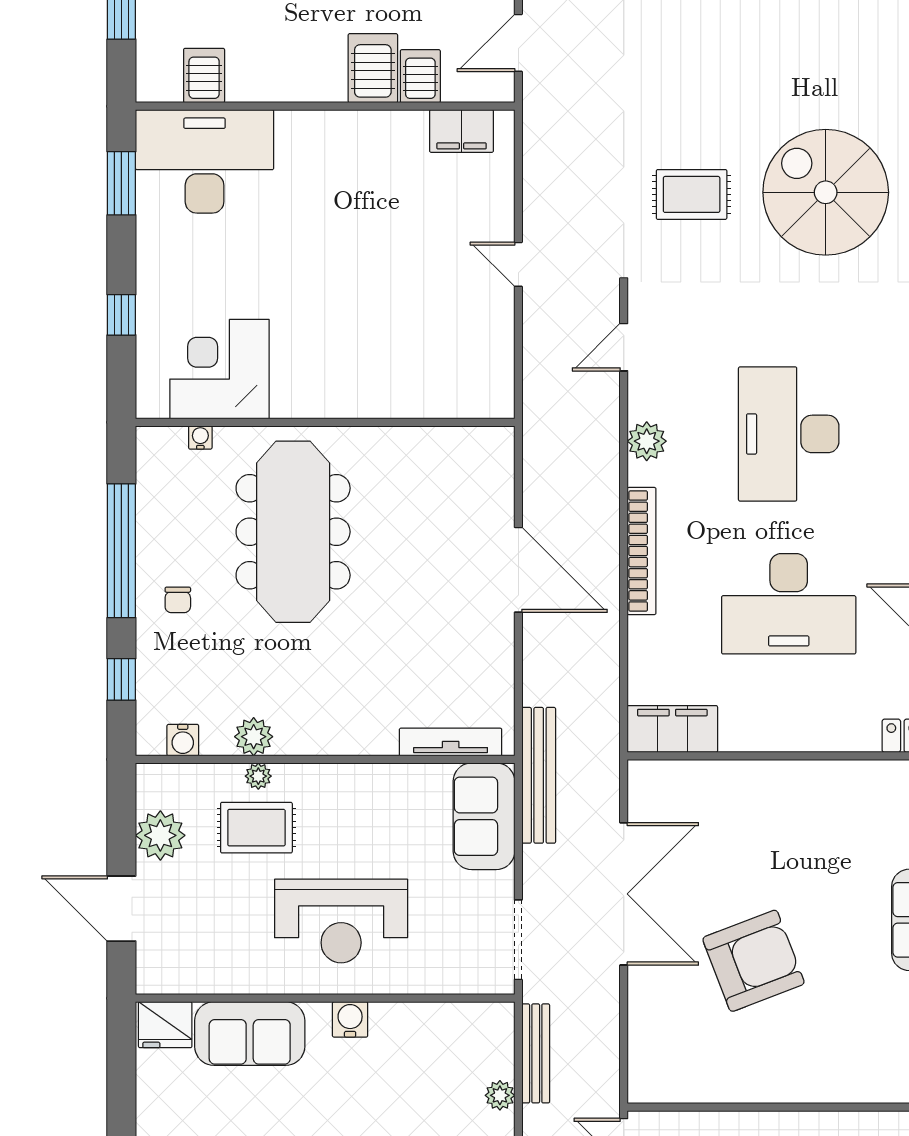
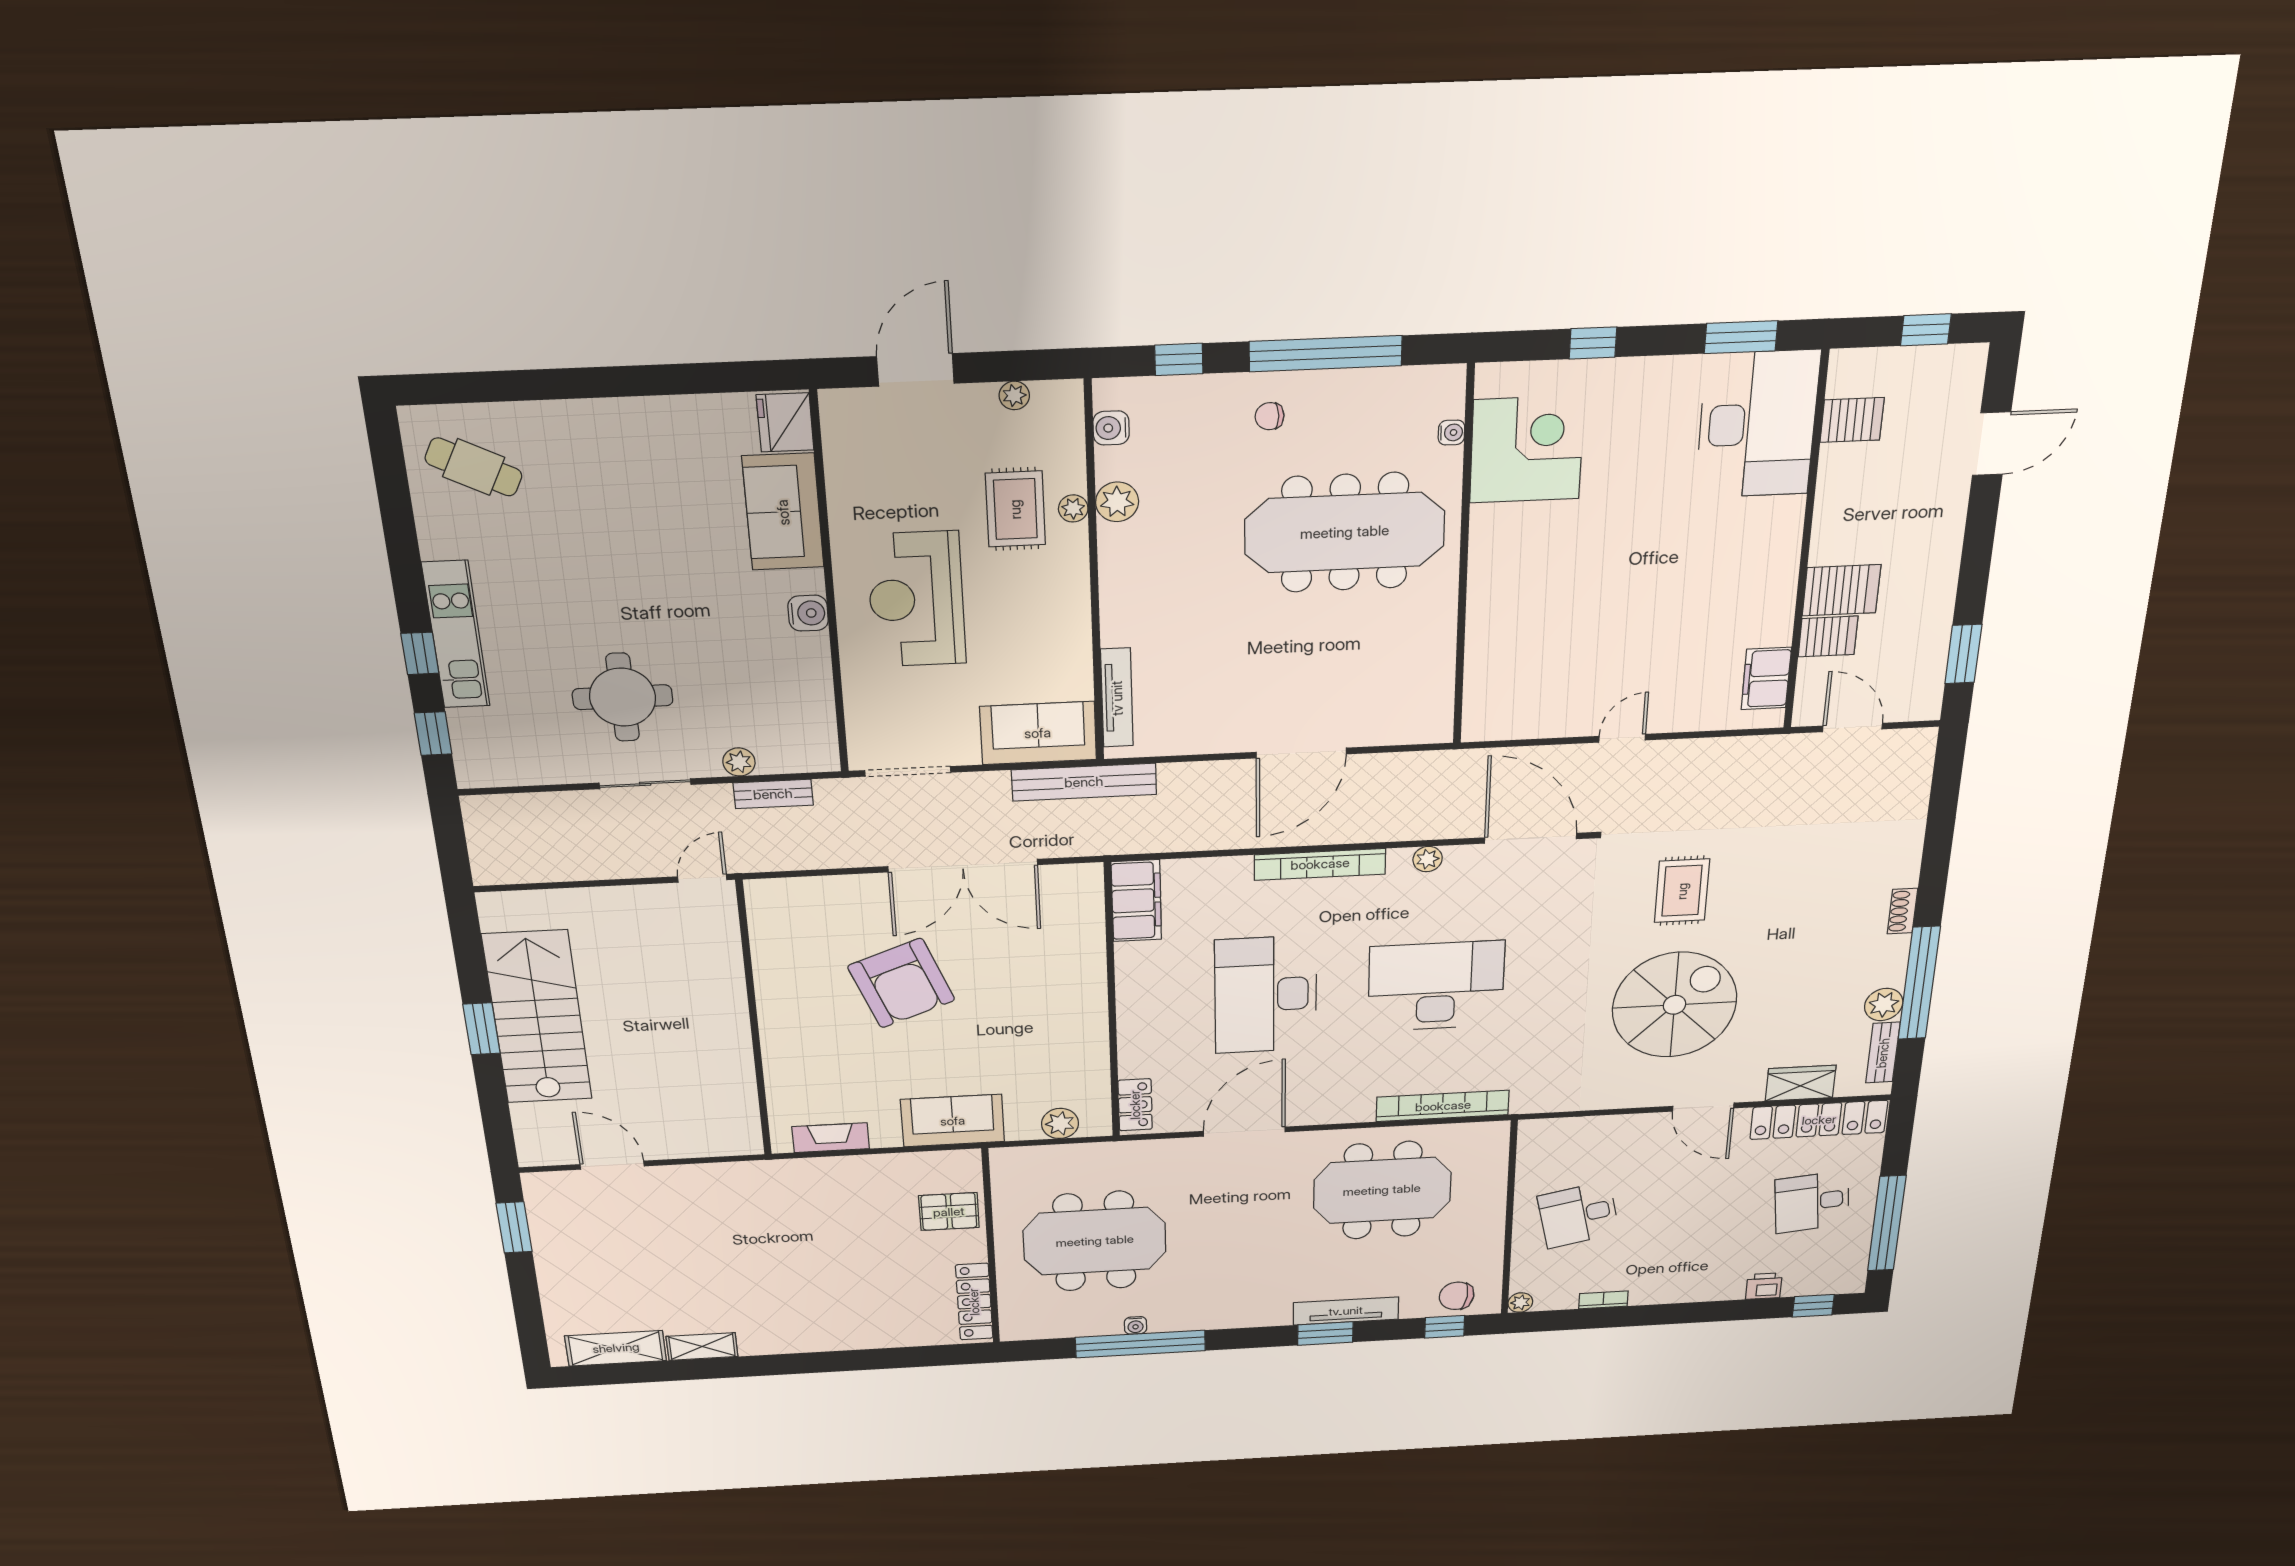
door: (624, 347) -> (1530, 838), width x1.87
plant: (647, 441) -> (1428, 859), width x0.73, depth x0.73
plant: (160, 835) -> (1014, 395), width x0.53, depth x0.53
bench: (536, 1053) -> (773, 794), width x0.73

